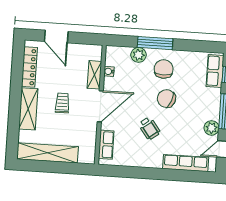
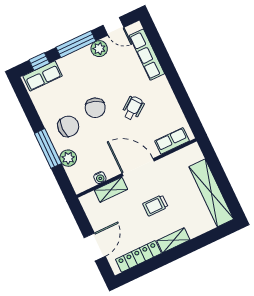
chair: (164, 69) -> (68, 126), turned 180
shelving: (28, 109) -> (173, 240), width x0.67, depth x0.75

